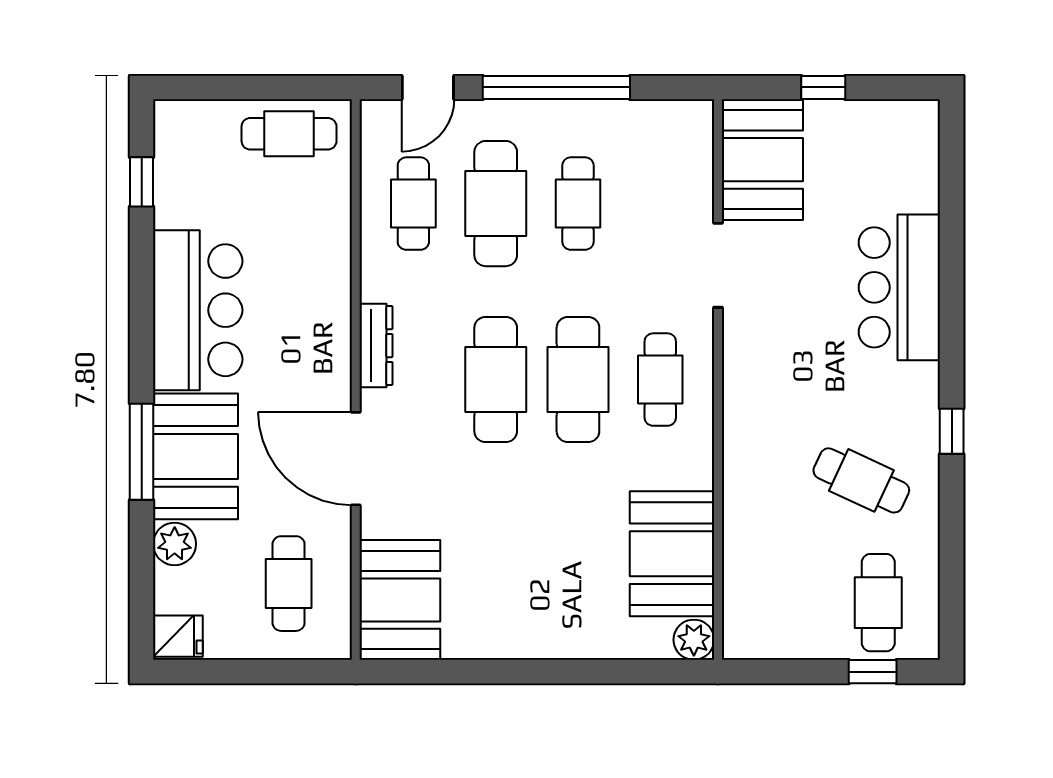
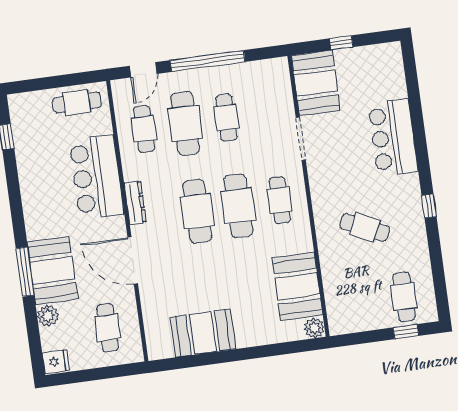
bar counter: (198, 310) -> (97, 177), moved, turned 180
cafe table: (861, 480) -> (365, 227), moved
booth: (400, 600) -> (203, 333), moved, turned 90

